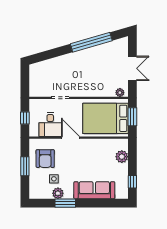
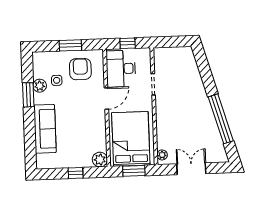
double door: (132, 68) -> (191, 169), swing flipped
desk: (50, 125) -> (121, 69), width x1.37
plant: (122, 157) -> (100, 160), moved
armchair: (45, 159) -> (80, 69), turned 90
window: (132, 182) -> (76, 173), moved

